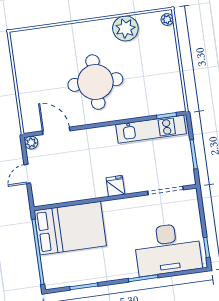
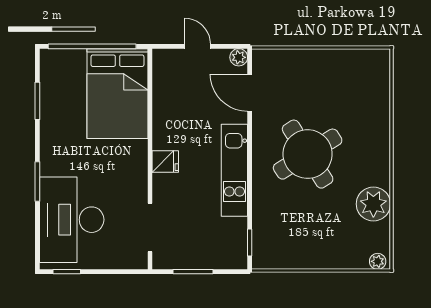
round table: (95, 82) -> (308, 154), turned -32
kitchen unit: (151, 129) -> (234, 170), moved
door: (56, 131) -> (250, 93), swing flipped

